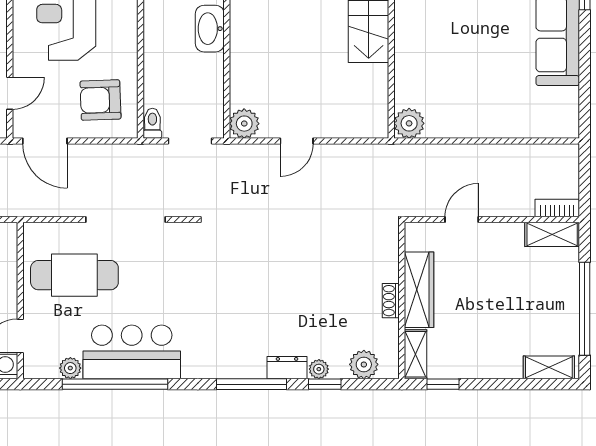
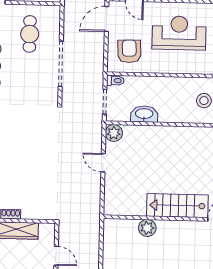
washbasin: (210, 29) -> (144, 114), moved
plant: (409, 123) -> (147, 228), moved
cafe table: (74, 275) -> (30, 34), width x0.73, depth x0.74

